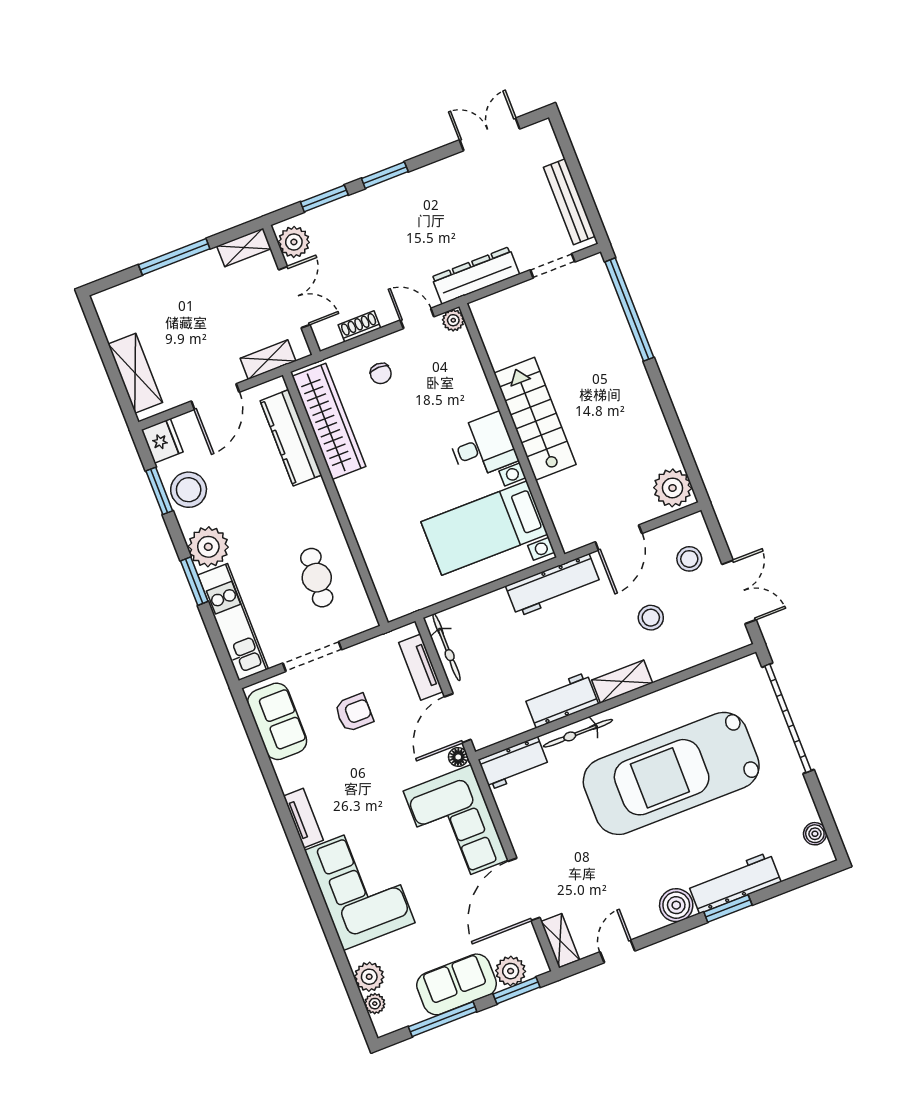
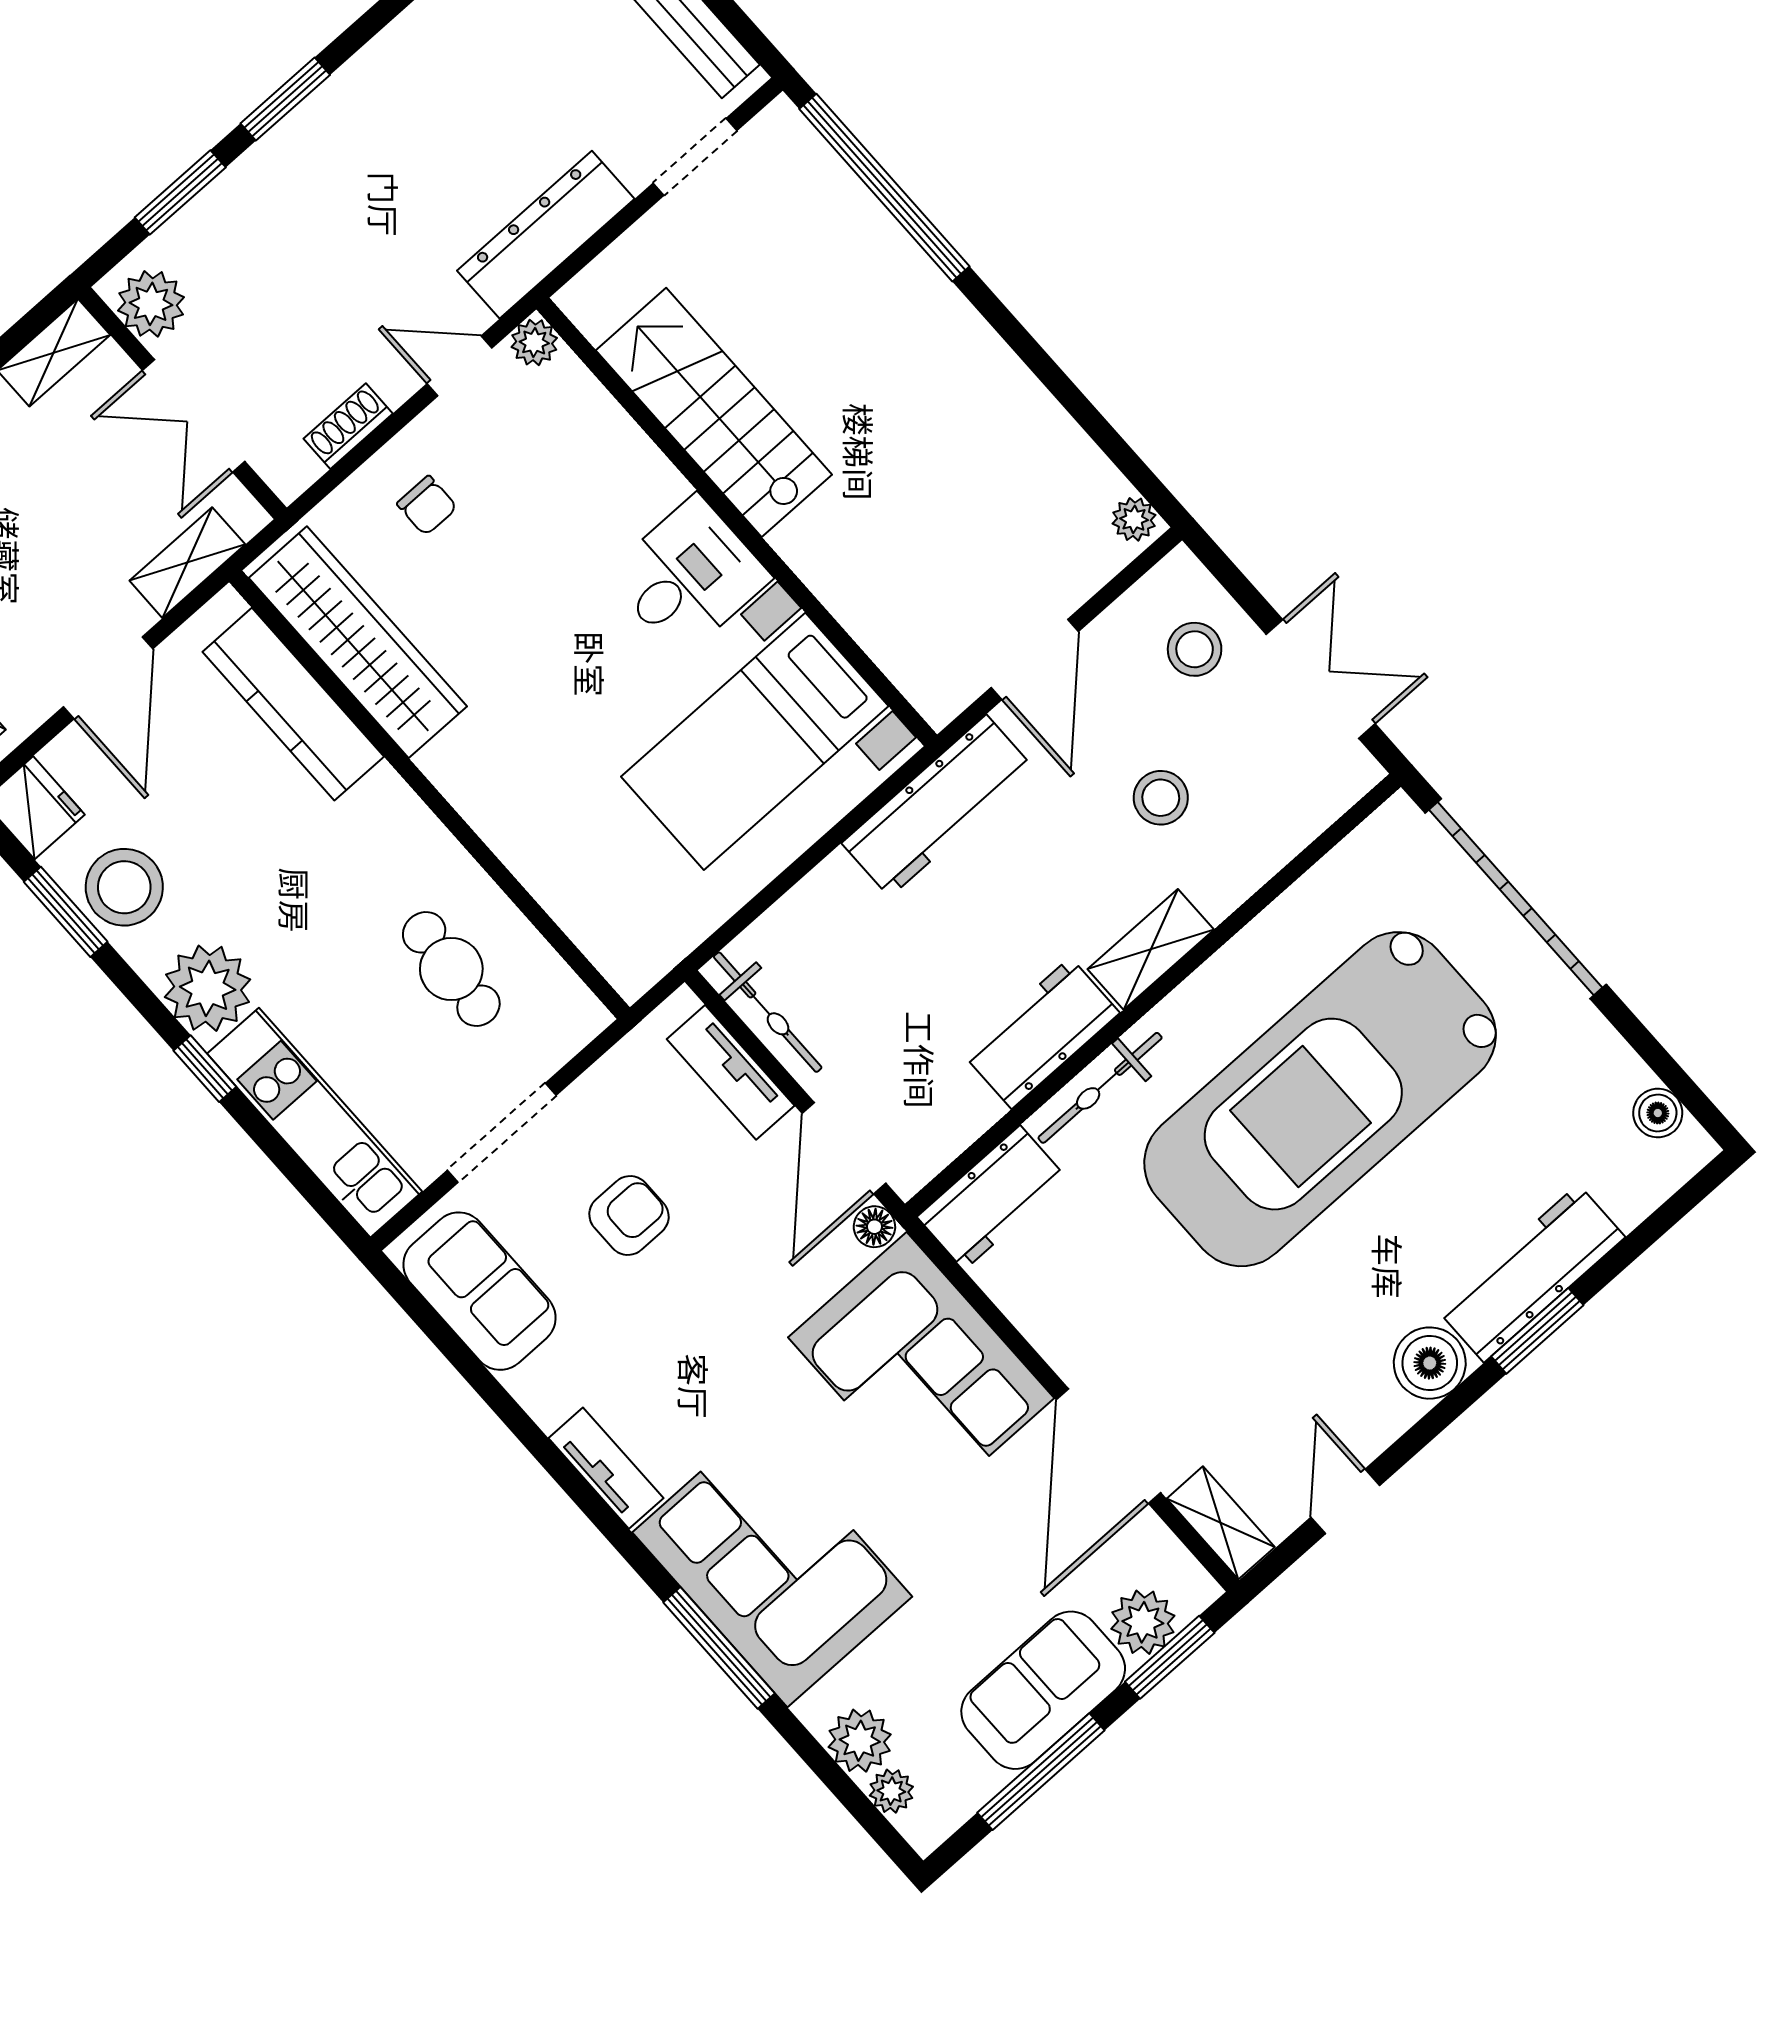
double door: (294, 297) -> (194, 416), swing flipped
stairs: (535, 419) -> (714, 412), moved
plant: (673, 488) -> (1134, 519), width x0.53, depth x0.53
window: (194, 581) -> (205, 1069), width x0.67
window: (323, 914) -> (719, 1648), added

